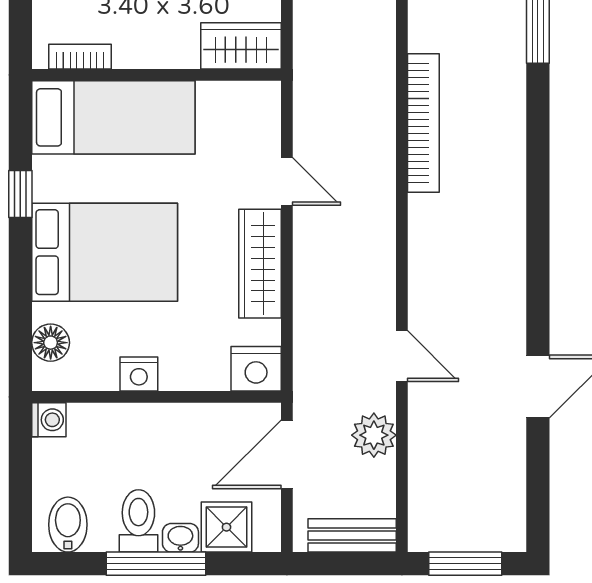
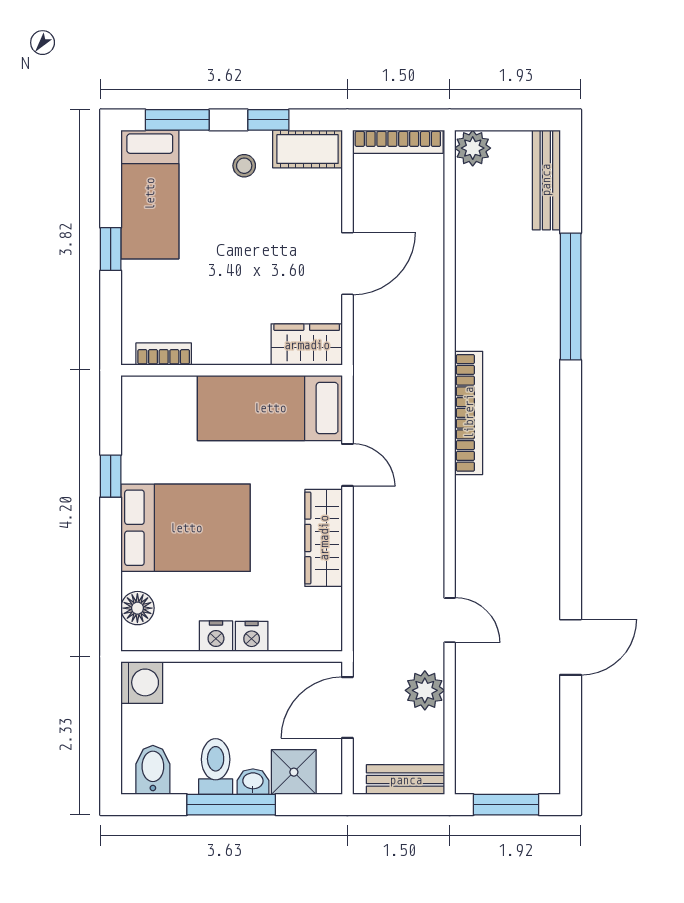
bed: (113, 117) -> (270, 408), moved, turned 180
nightstand: (256, 369) -> (252, 636), moved, width x0.74, depth x0.75
washing machine: (49, 420) -> (142, 682), width x1.38, depth x1.38

